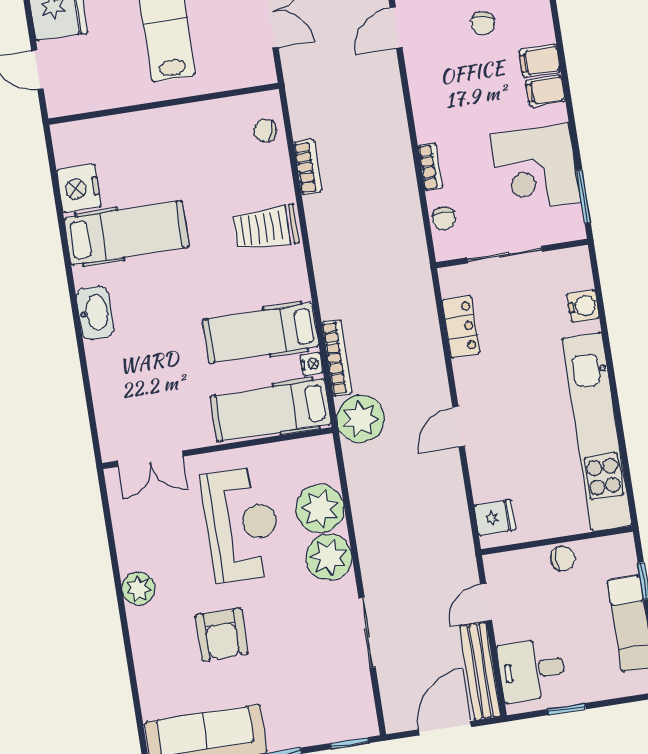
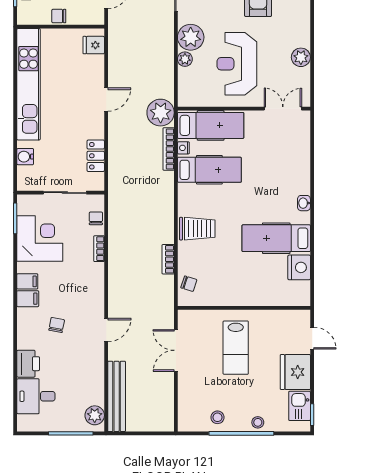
washbasin: (95, 313) -> (304, 203), width x0.52, depth x0.69
plant: (320, 509) -> (185, 59), width x0.53, depth x0.53
plant: (138, 588) -> (301, 57), moved

